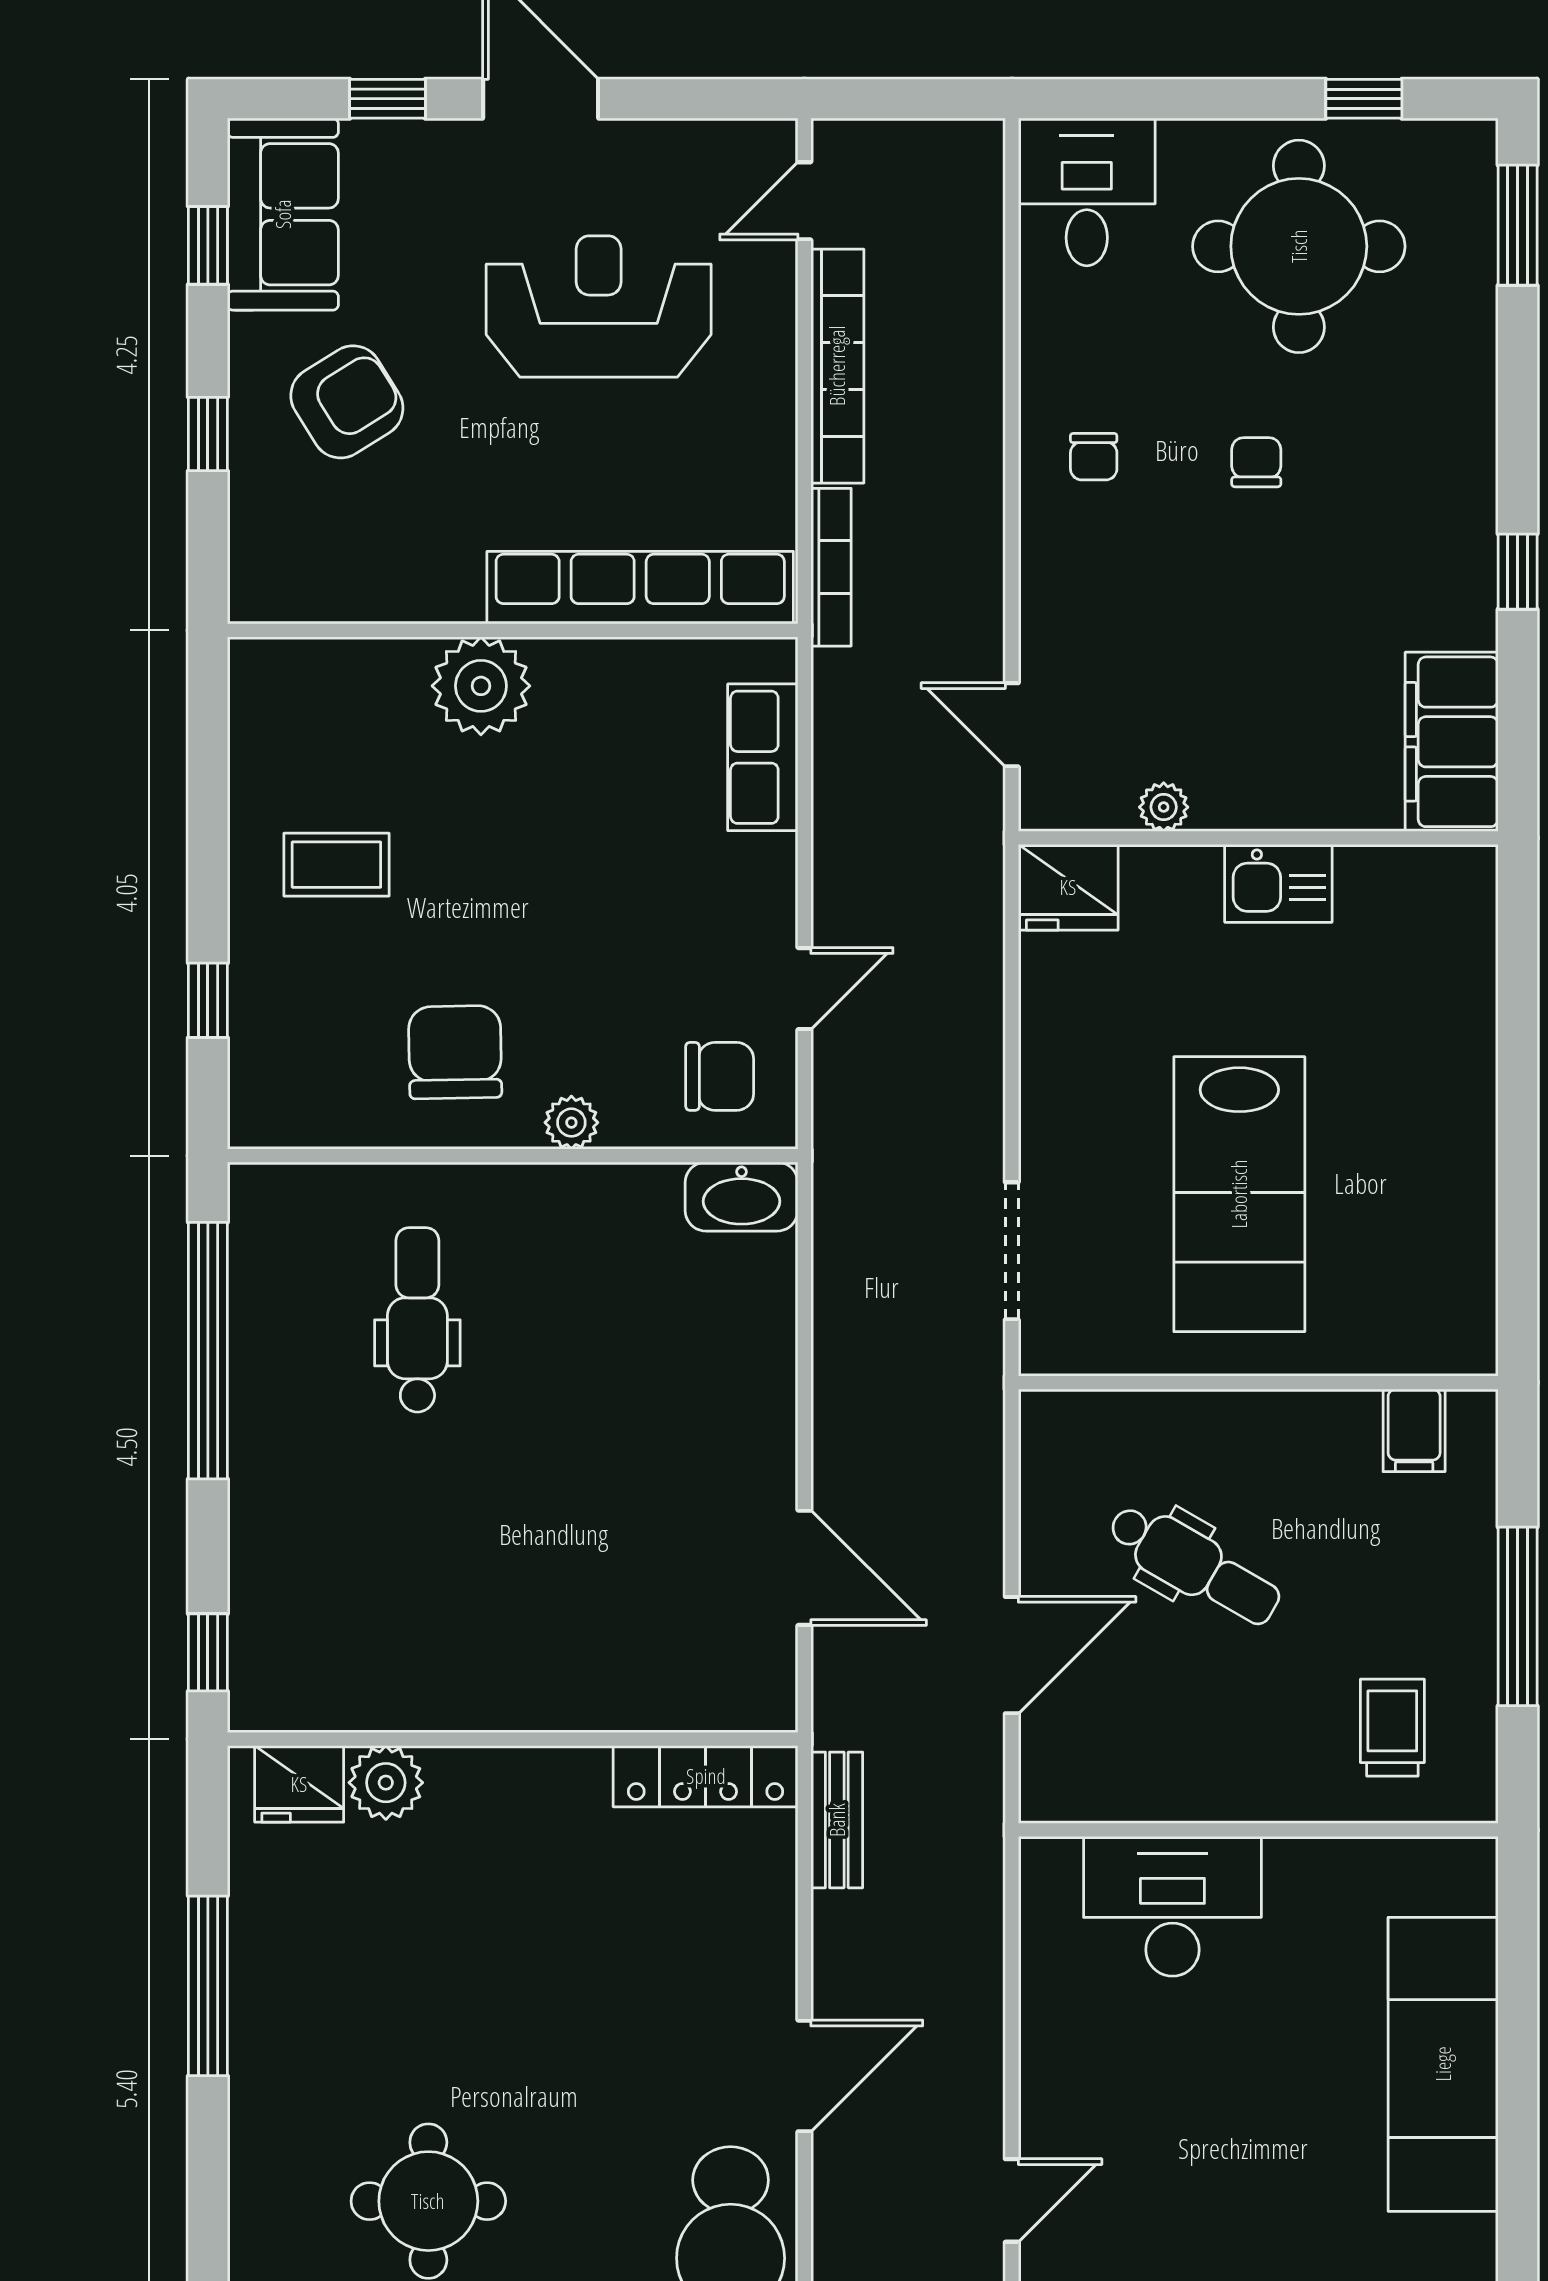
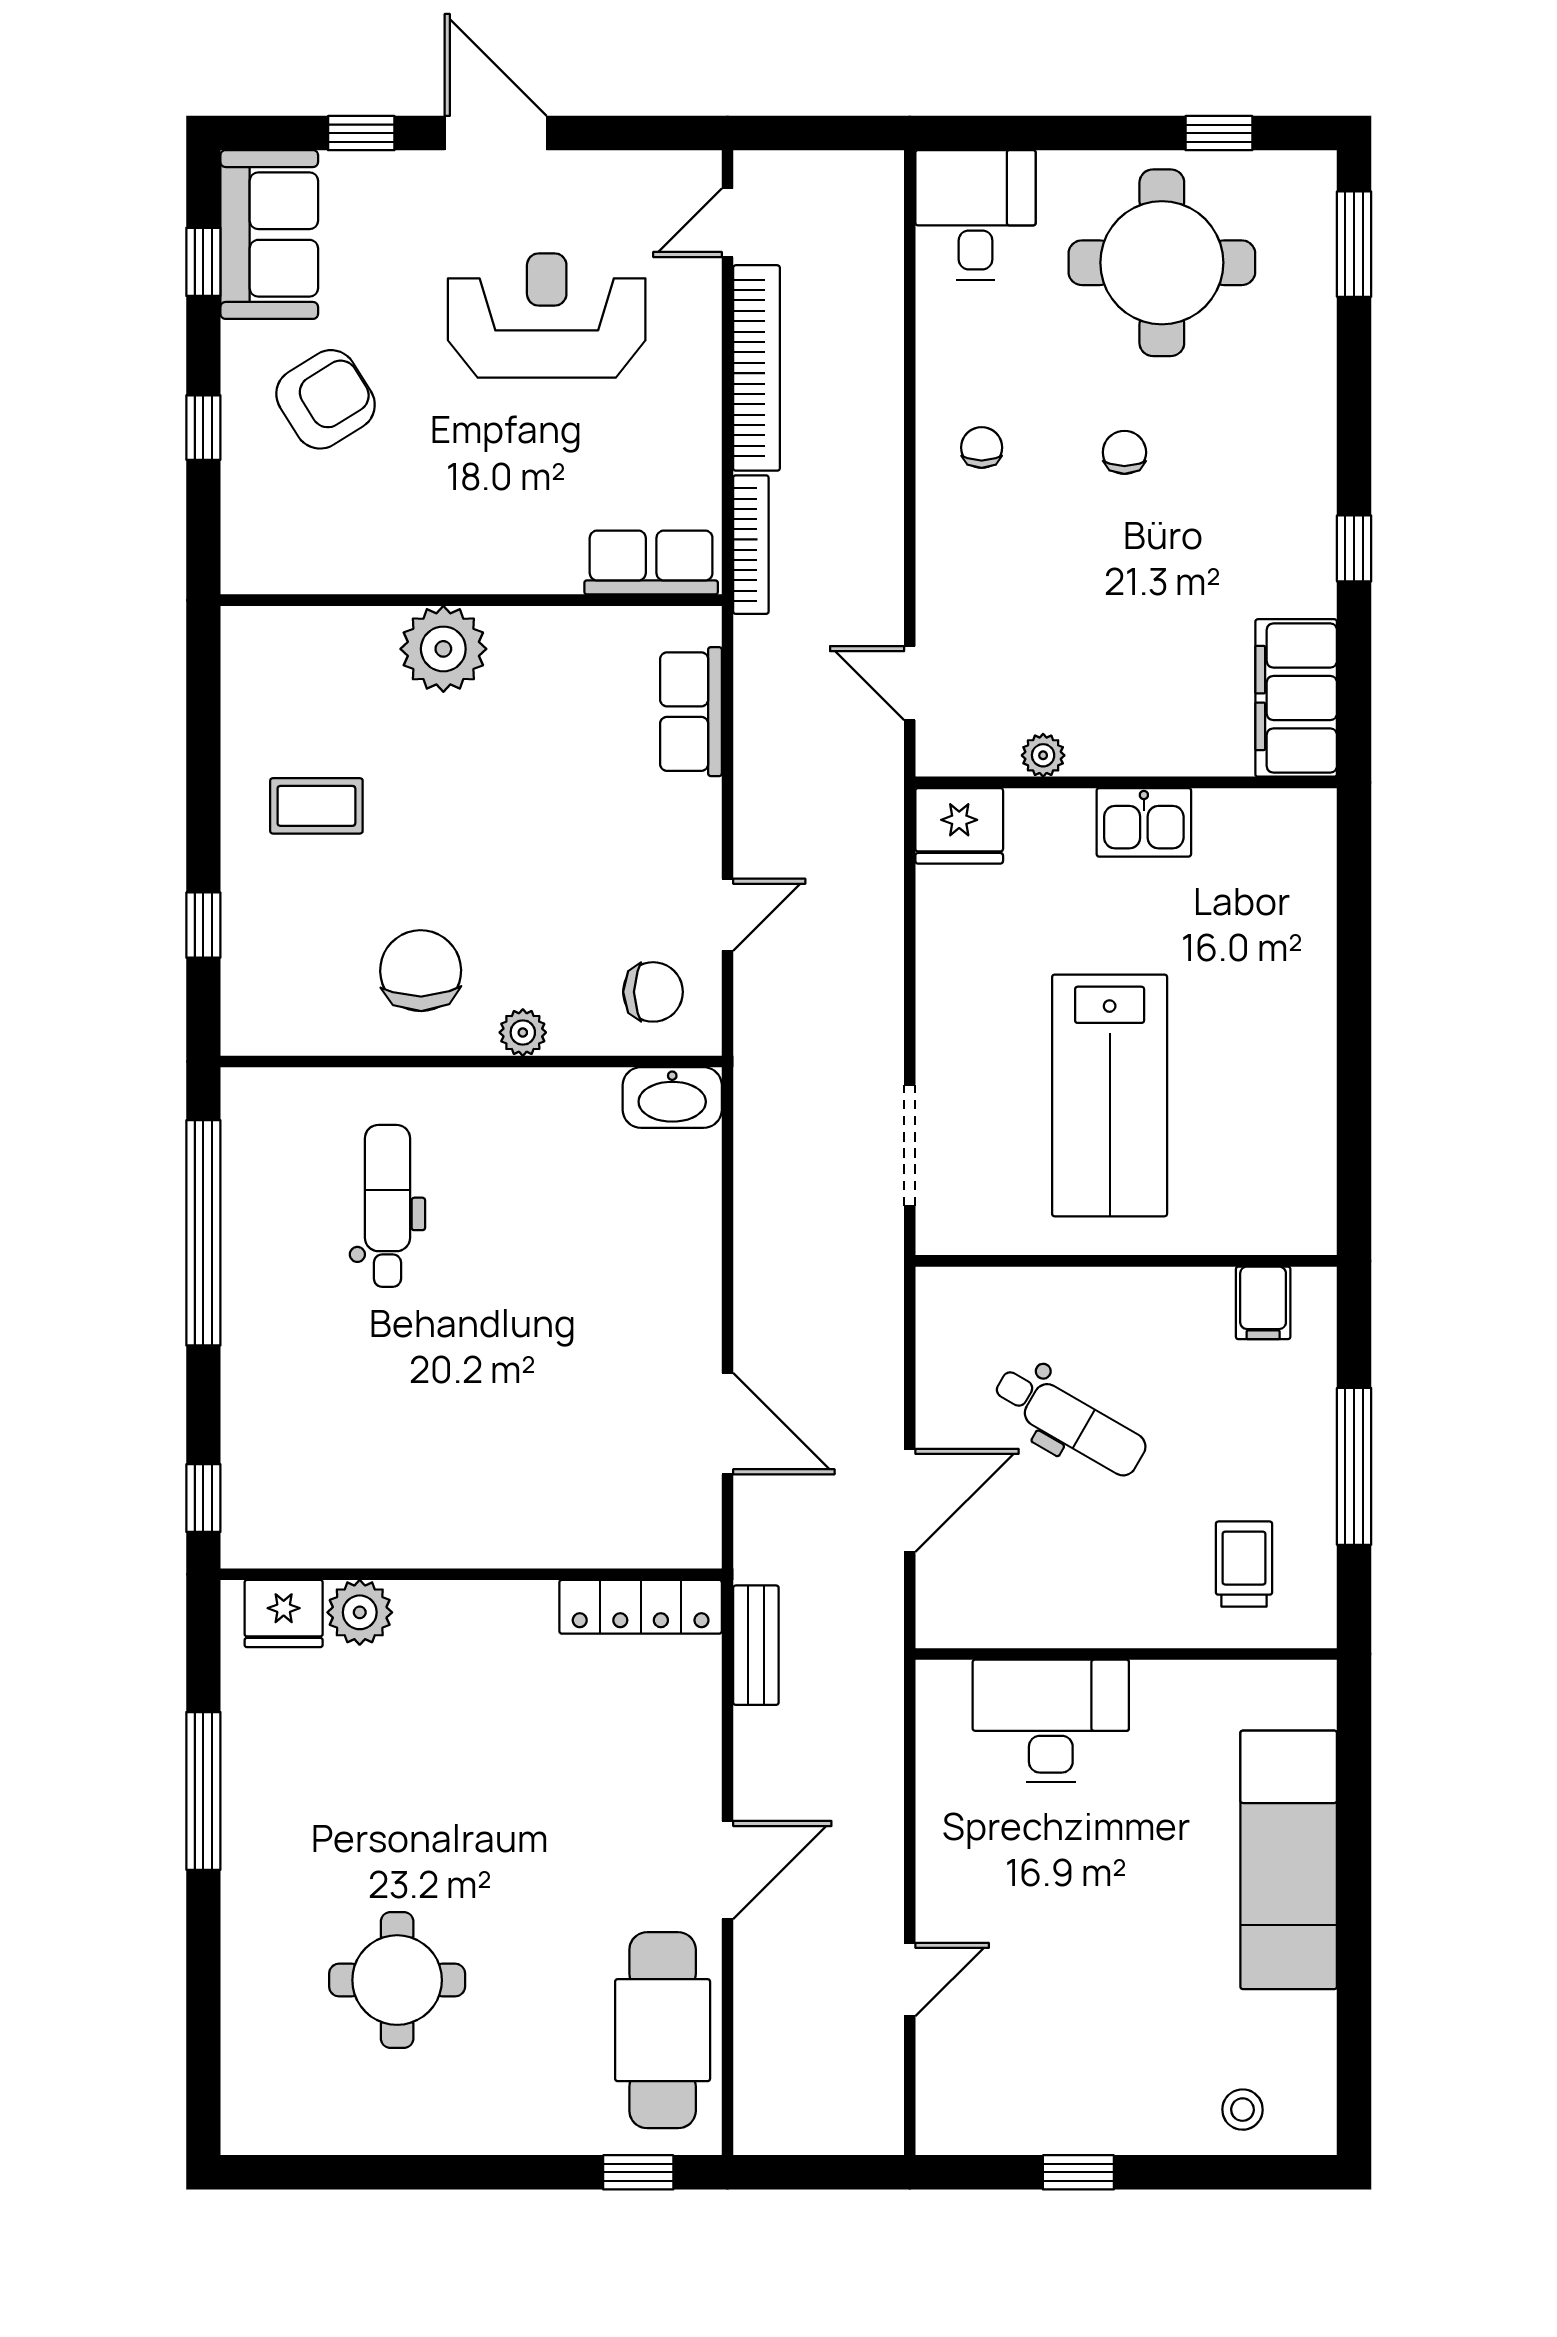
chair: (1094, 457) -> (982, 447), turned 180
row of seats: (640, 588) -> (651, 563), width x0.50

